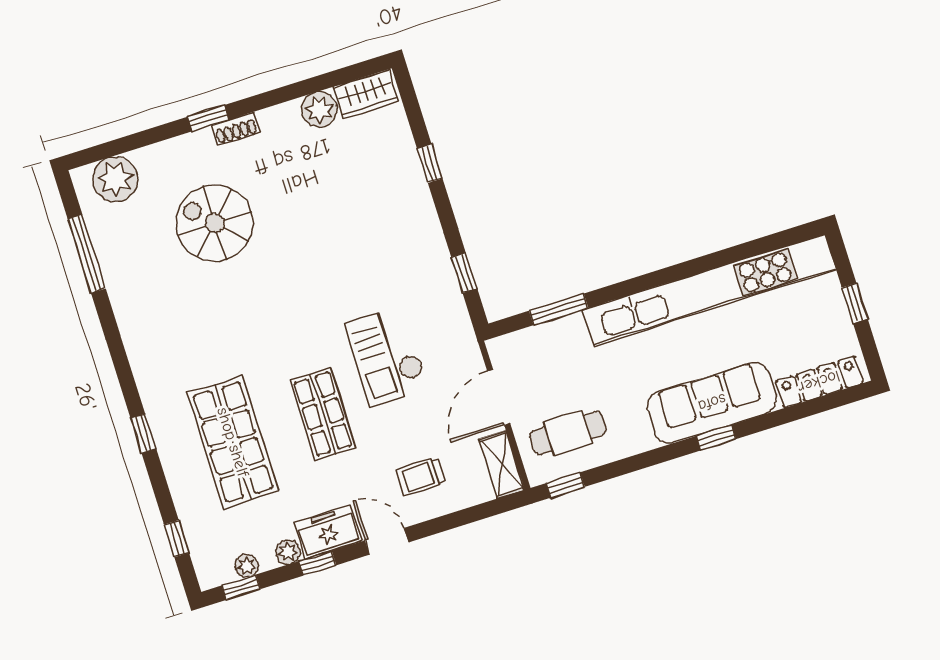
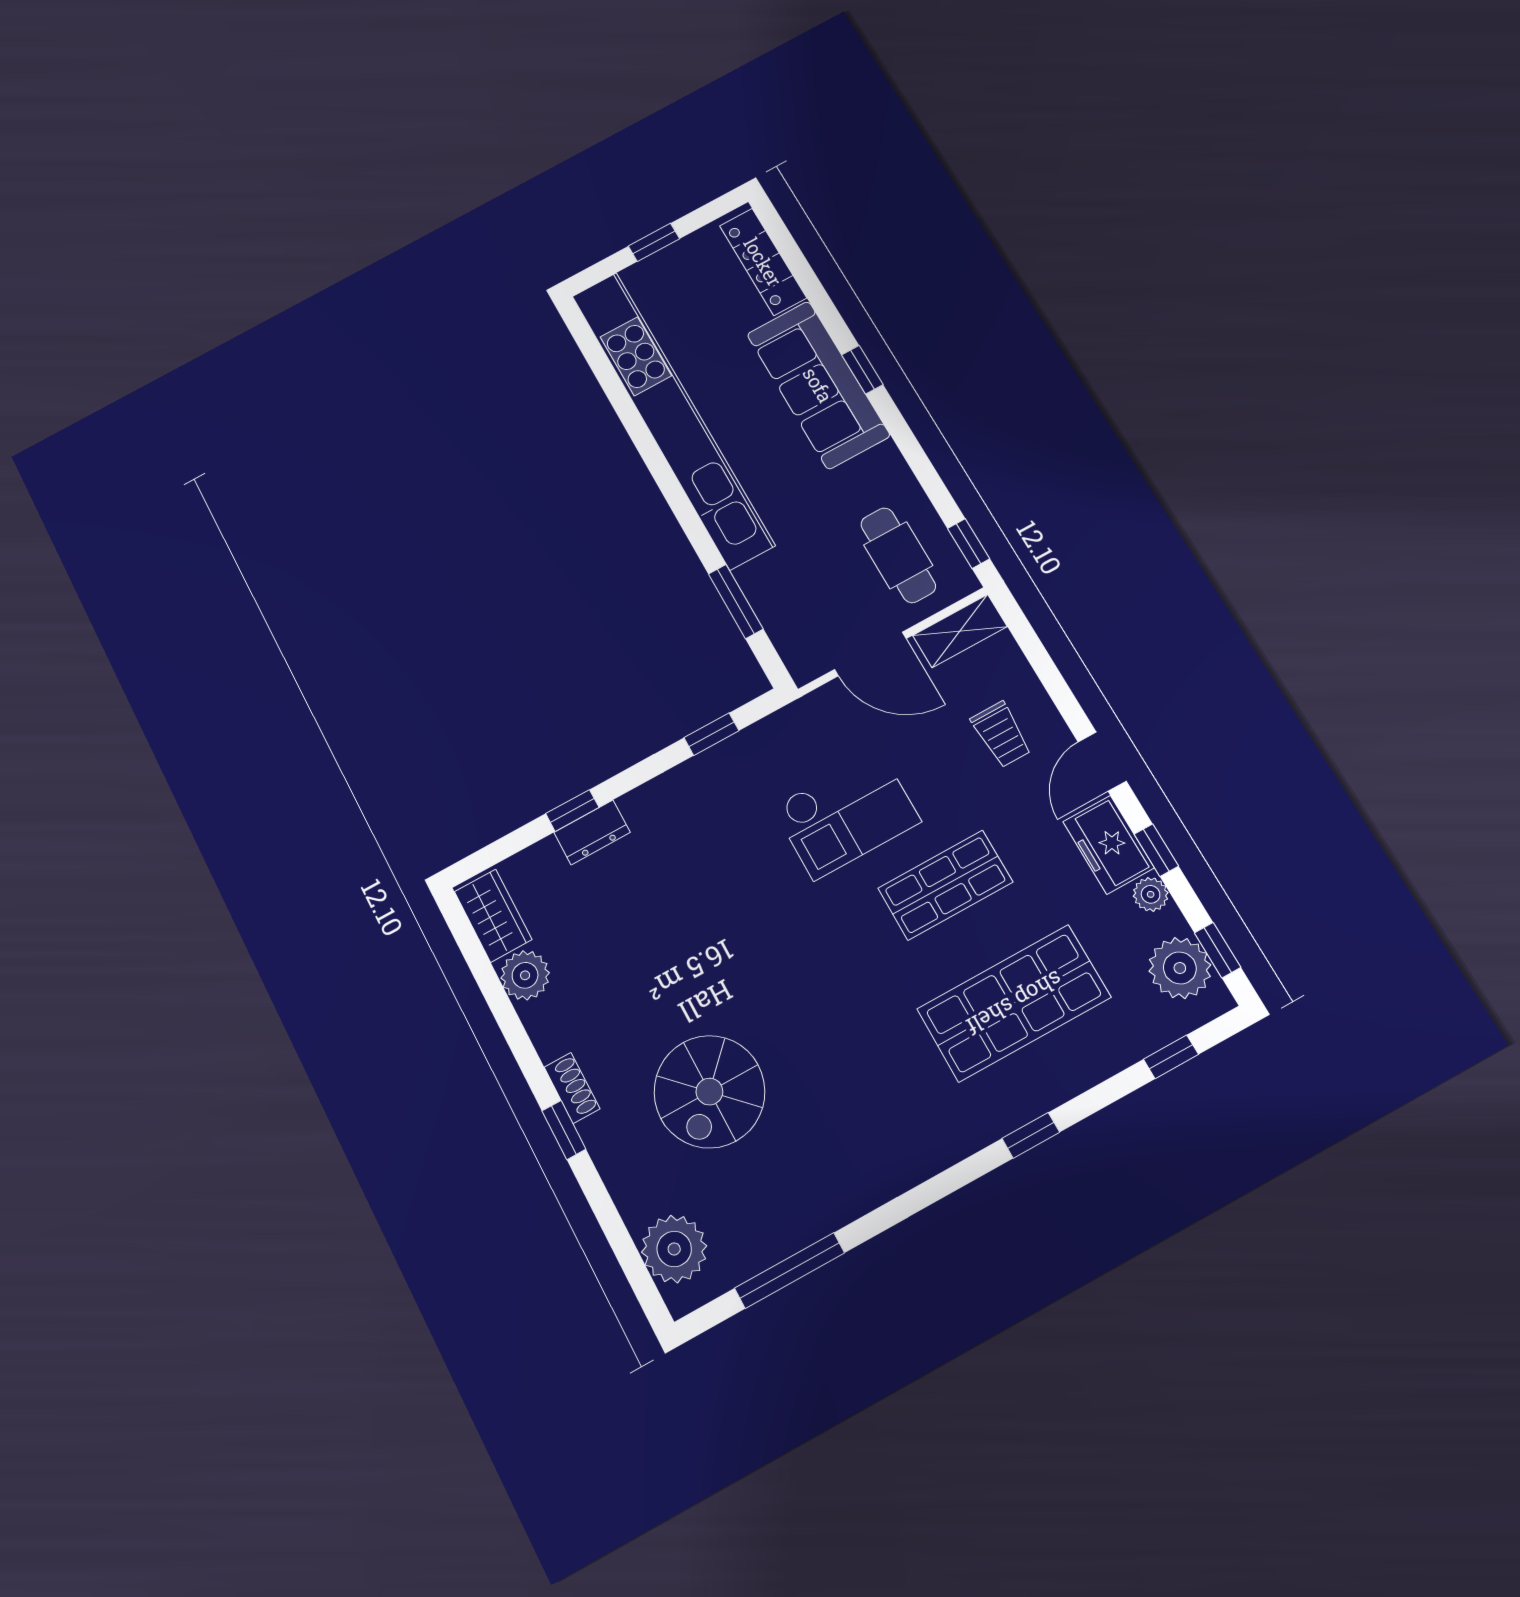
dresser: (411, 175) -> (592, 832), added
plant: (247, 566) -> (1180, 968), width x1.88, depth x1.88

